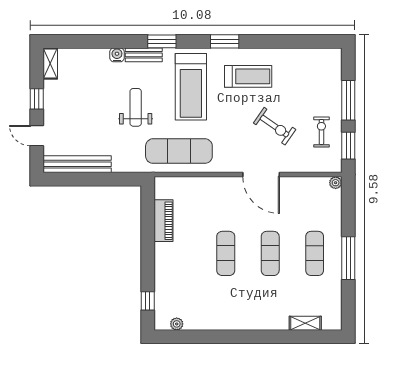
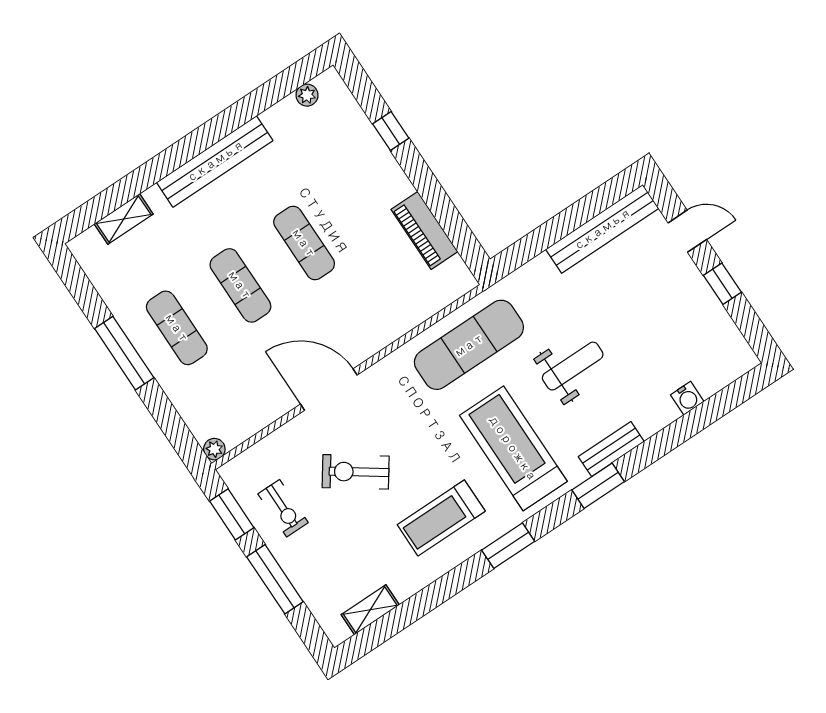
water cooler: (117, 55) -> (687, 398), moved
shelving: (50, 63) -> (370, 610), moved, turned 90
weight bench: (136, 107) -> (573, 366), turned -90
window: (148, 301) -> (391, 131), moved
bench: (243, 322) -> (215, 161), added

